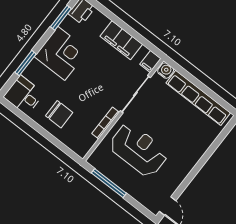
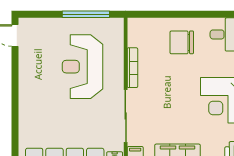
reception desk: (139, 150) -> (82, 67), turned 90

